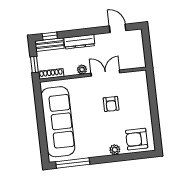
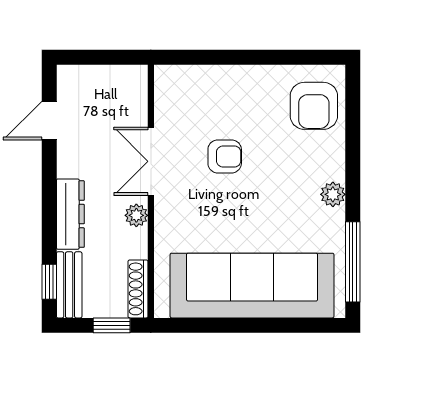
plant: (115, 150) -> (333, 194), moved

